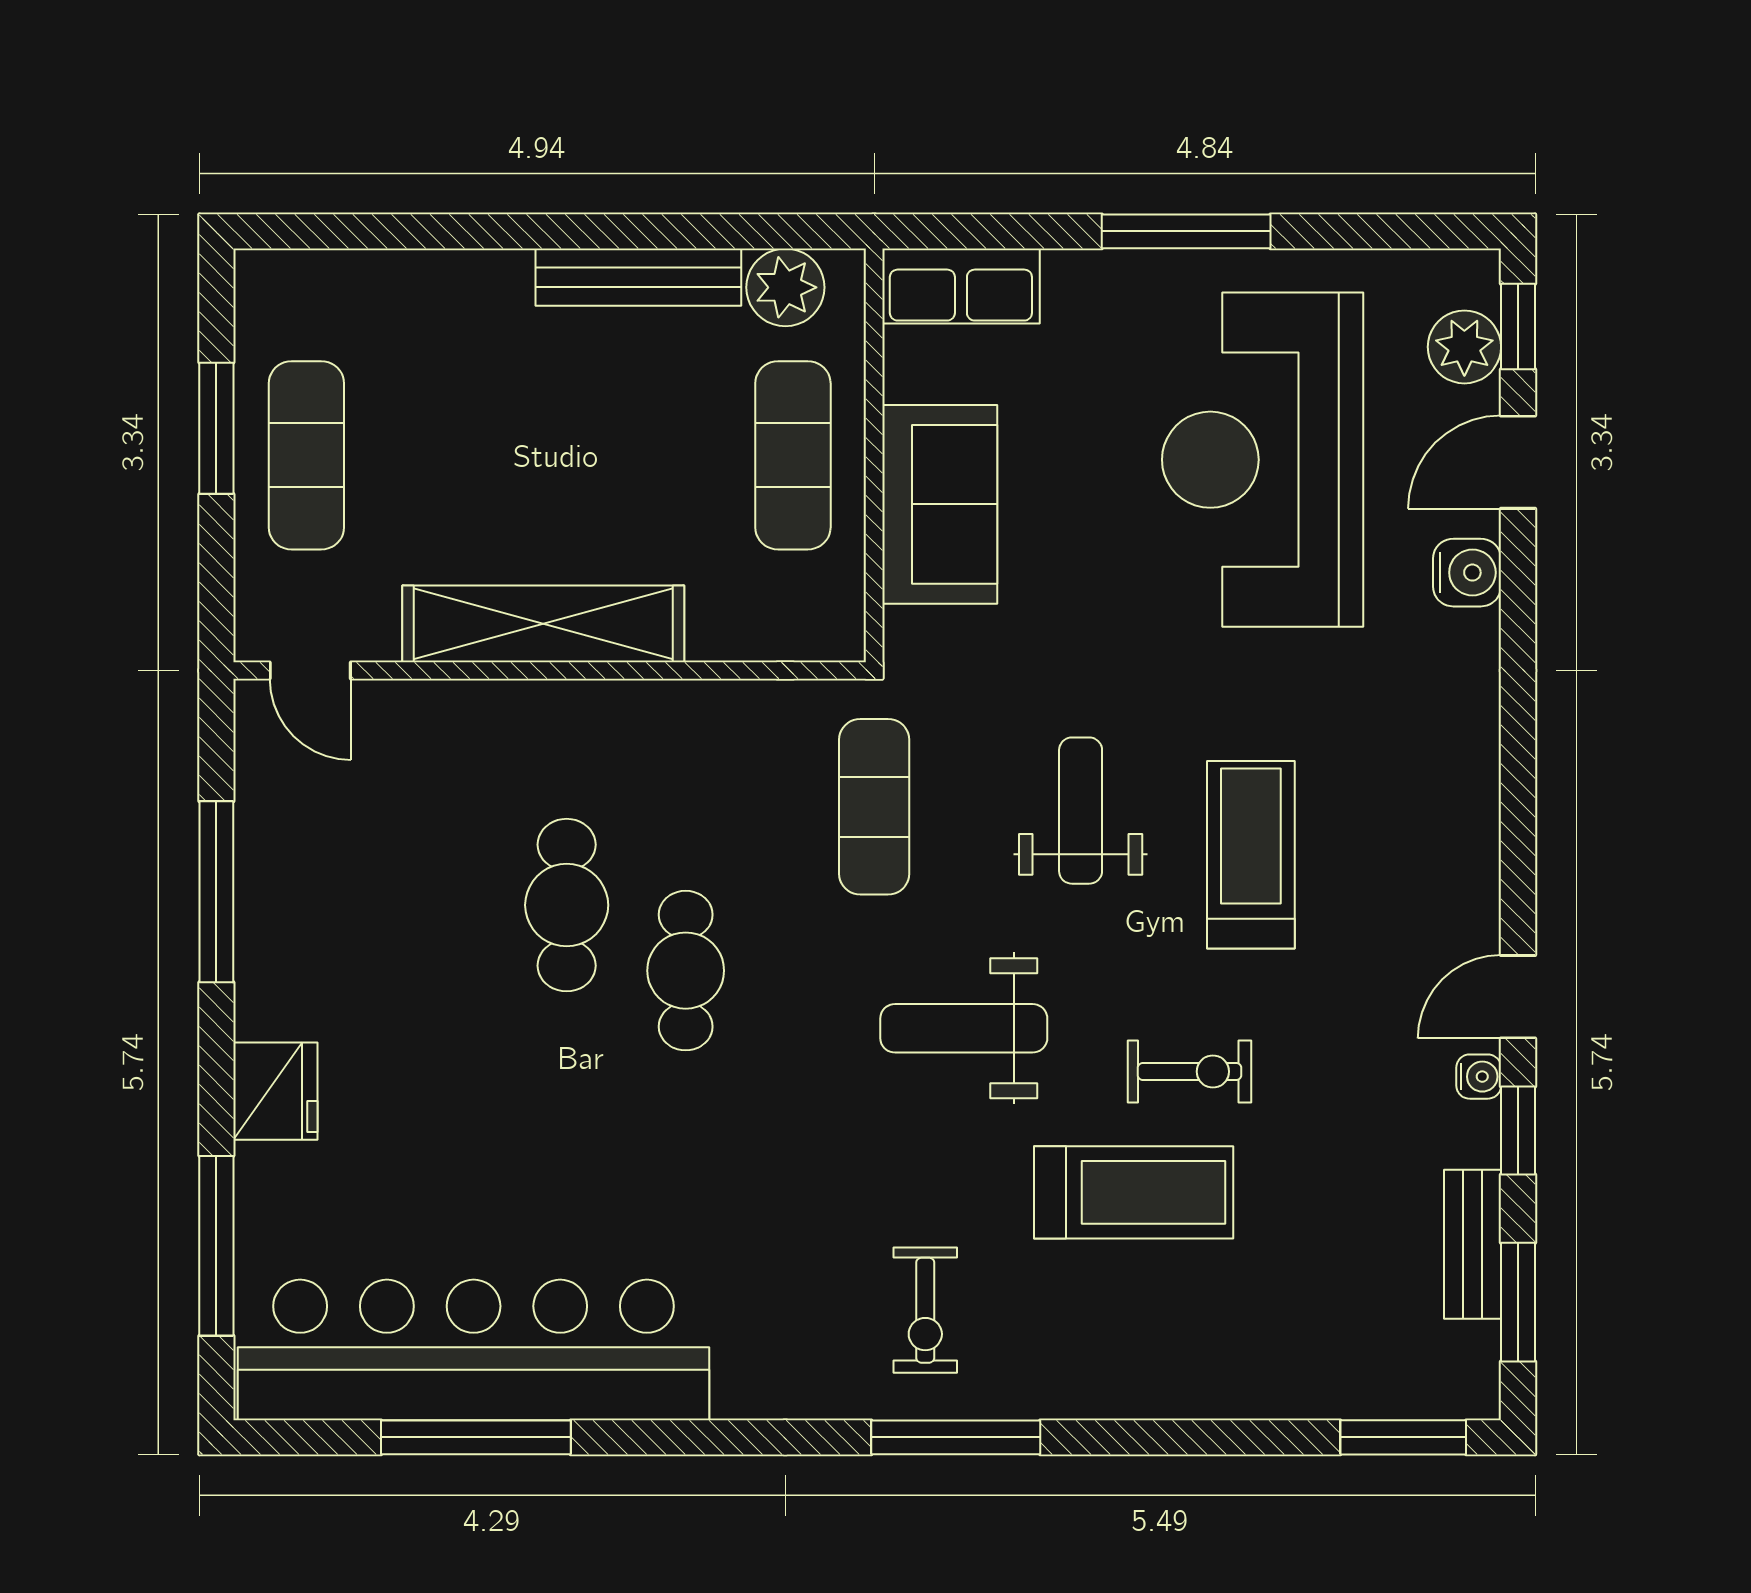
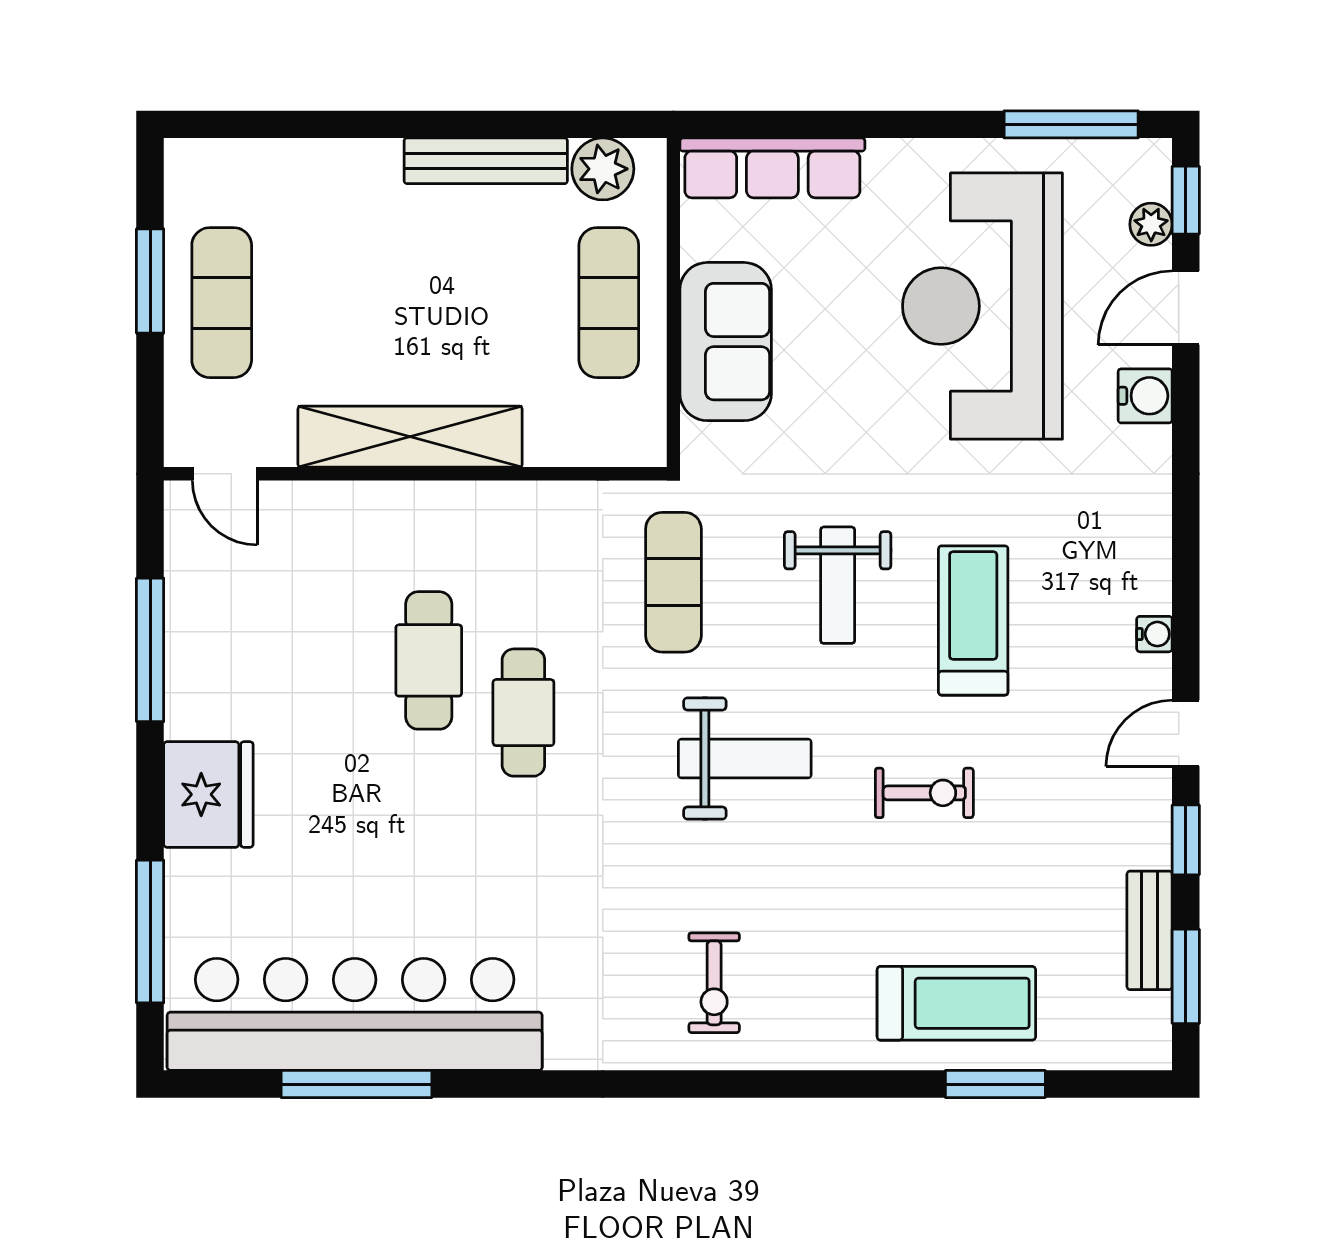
window: (1186, 231) -> (1071, 124), moved
row of seats: (961, 286) -> (772, 168), width x1.48
plant: (1464, 347) -> (1151, 224), width x0.73, depth x0.73
weight bench: (1081, 811) -> (838, 585), turned 180
weight bench: (964, 1028) -> (745, 758), turned 180
water cooler: (1479, 1077) -> (1154, 634), moved
fridge: (275, 1091) -> (208, 794), width x1.36, depth x1.34
treadmill: (1134, 1192) -> (956, 1003), moved
window: (956, 1437) -> (738, 1084), removed
window: (1403, 1437) -> (995, 1084), moved

